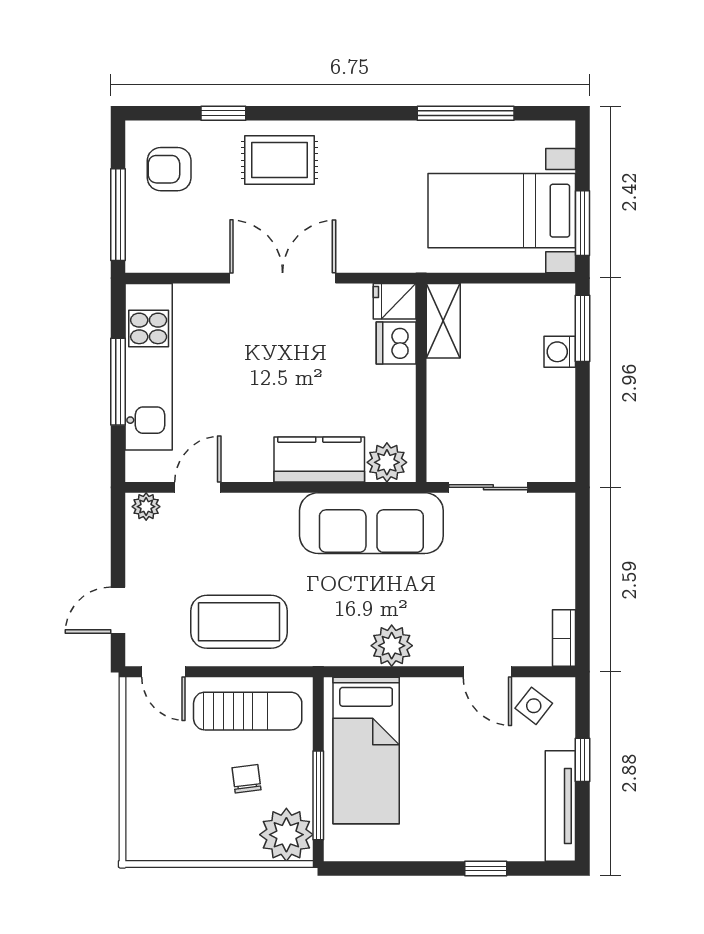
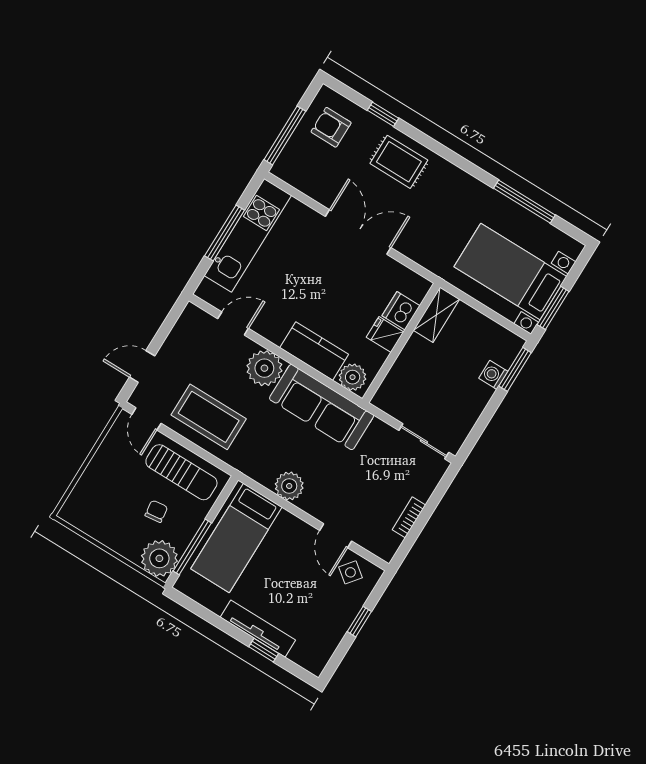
fridge: (395, 301) -> (385, 335), moved
sliding door: (488, 487) -> (424, 441), moved
plant: (146, 507) -> (264, 368), moved, width x1.87, depth x1.87
bookcase: (564, 638) -> (409, 517), moved
tv unit: (560, 806) -> (258, 629), moved, turned 90

